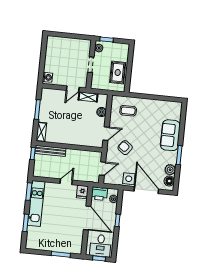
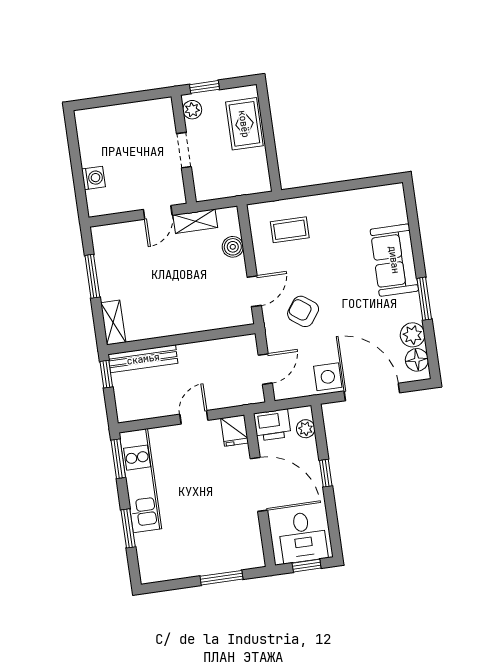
rug: (118, 72) -> (244, 124), moved
washing machine: (47, 77) -> (93, 178), moved

